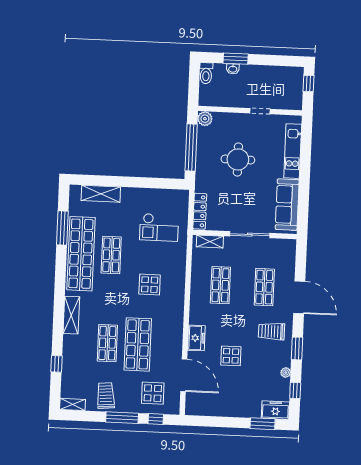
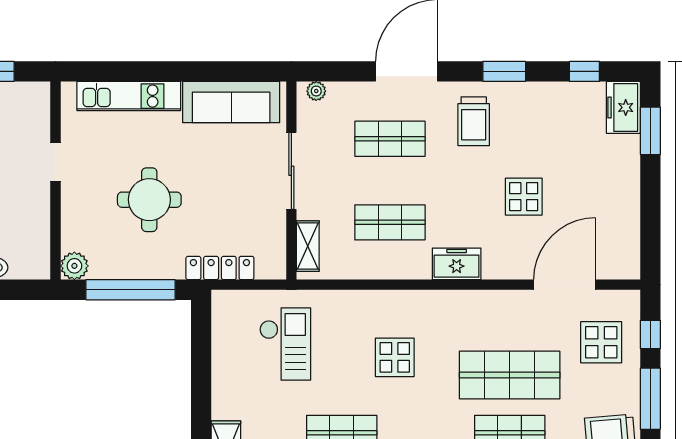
locker: (200, 211) -> (220, 268), moved
freezer: (196, 338) -> (457, 264), moved
plant: (286, 373) -> (316, 91), moved

